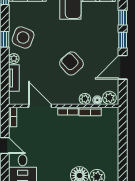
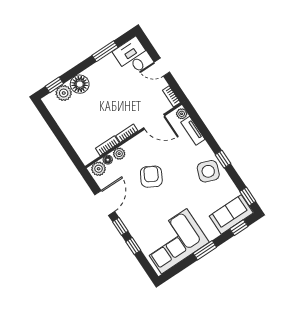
plant: (14, 59) -> (182, 114), moved
armchair: (71, 63) -> (151, 177), turned -109

